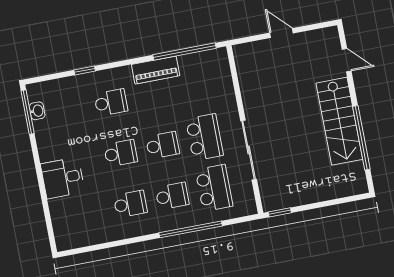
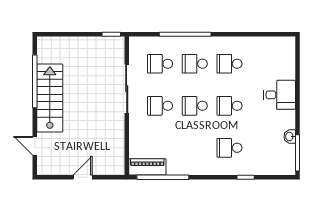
door: (282, 33) -> (83, 177), swing flipped
piano: (156, 70) -> (147, 167), moved
washbasin: (37, 111) -> (290, 137), moved
school desk: (204, 137) -> (160, 106), width x0.54
school desk: (214, 188) -> (160, 64), width x0.54

